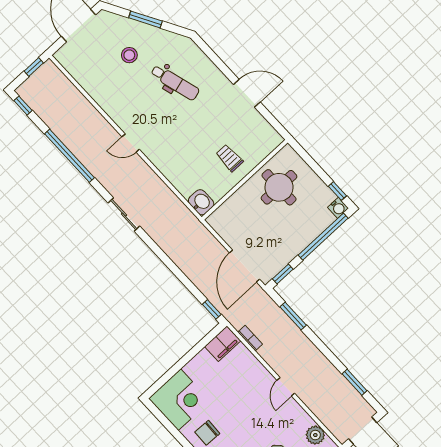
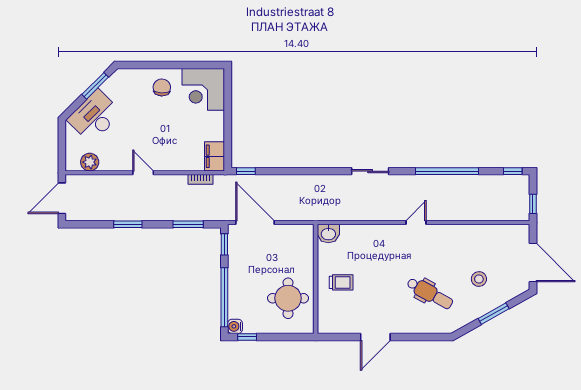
dental chair: (175, 82) -> (430, 293), turned -135
window: (354, 382) -> (128, 224), moved

